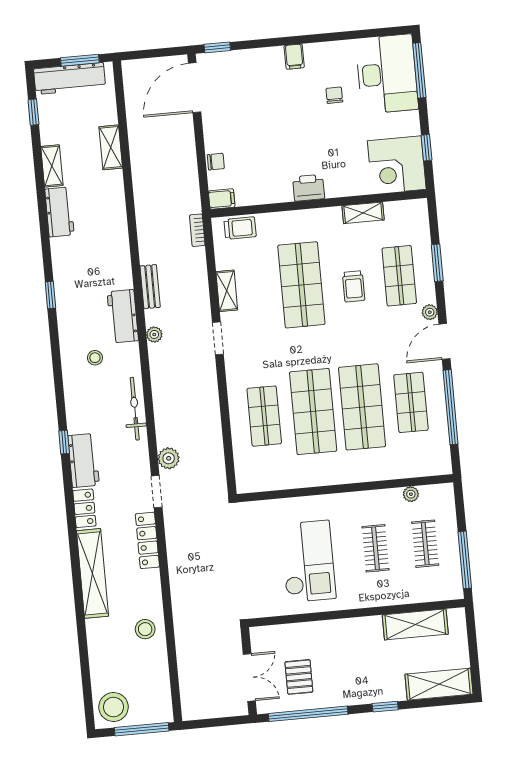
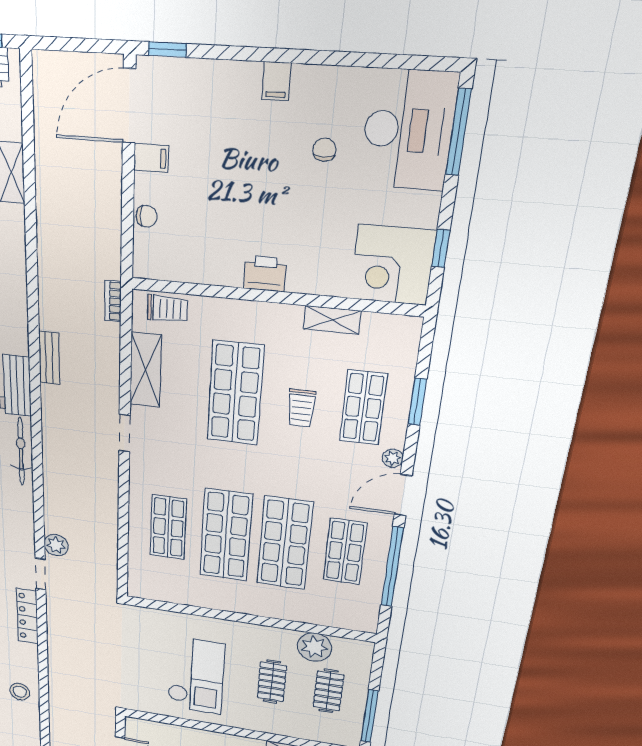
filing cabinet: (222, 199) -> (151, 158), moved
shelving: (227, 291) -> (145, 370), width x1.50, depth x1.33
plant: (154, 334) -> (50, 413), removed
bicycle: (135, 409) -> (21, 451), moved
plant: (411, 494) -> (314, 647), width x1.87, depth x1.87

